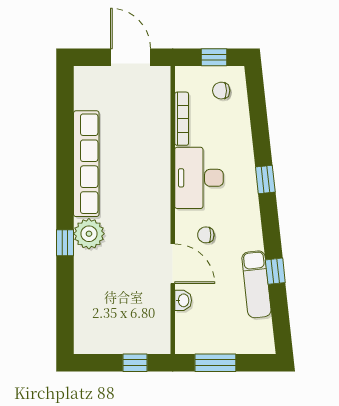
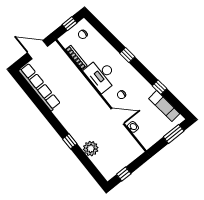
row of seats: (86, 164) -> (39, 87), moved
plant: (89, 234) -> (91, 149), moved
exam couch: (256, 284) -> (164, 106), moved
window: (135, 363) -> (124, 174), moved
window: (215, 363) -> (174, 134), moved

